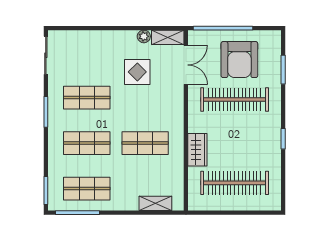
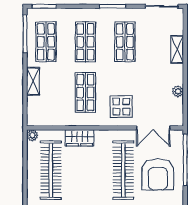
shelving: (168, 37) -> (177, 49), moved
armchair: (239, 60) -> (158, 174), turned -90
display table: (137, 72) -> (121, 107), moved
shelving: (155, 203) -> (33, 81), moved
plant: (194, 204) -> (32, 135), added

